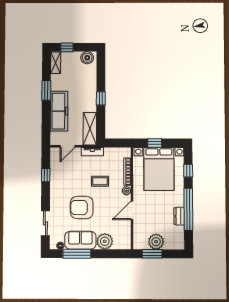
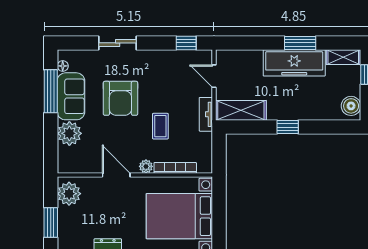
freezer: (59, 111) -> (294, 63), moved
window: (155, 143) -> (219, 210), removed
window: (46, 175) -> (186, 43), moved
armchair: (82, 208) -> (120, 98), turned 180
sliding door: (45, 223) -> (118, 43), moved
plant: (156, 242) -> (69, 194), moved
window: (152, 254) -> (51, 223), moved

